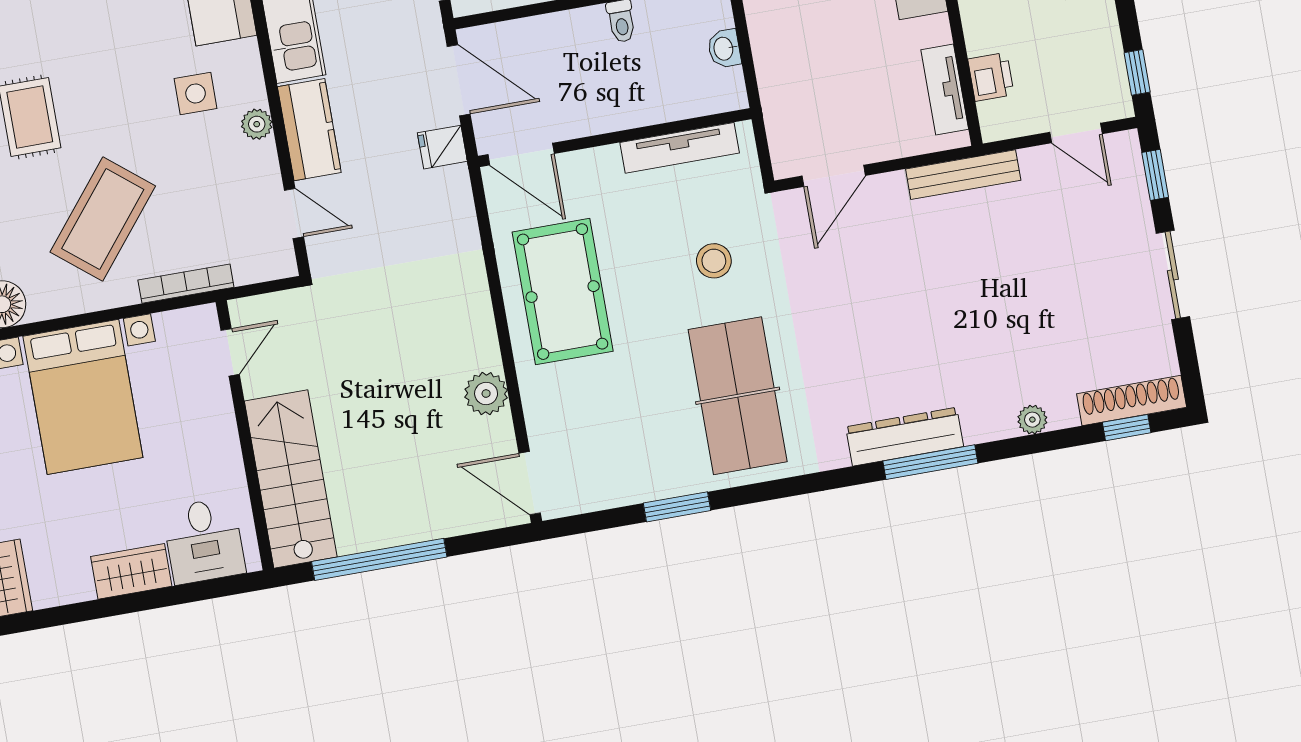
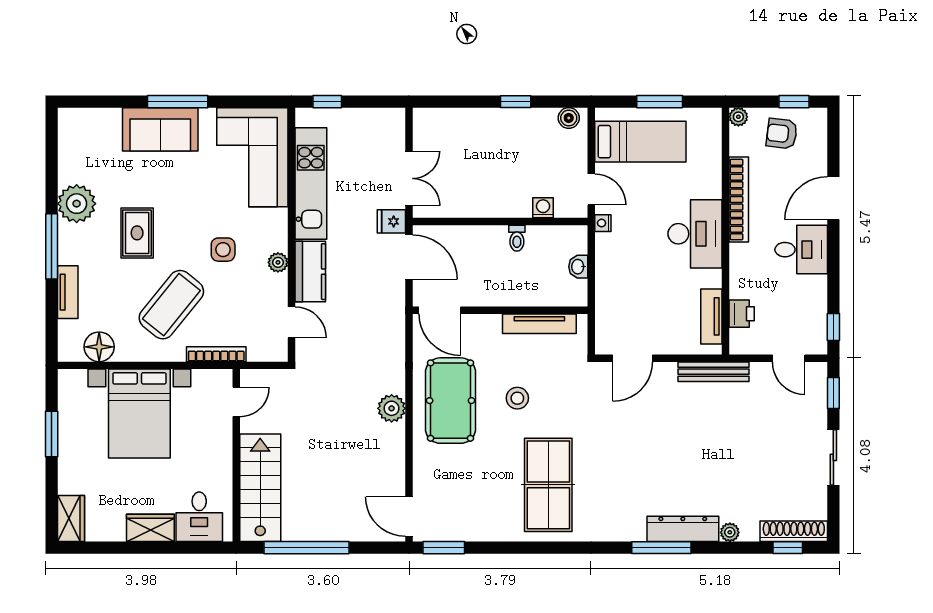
side table: (196, 93) -> (223, 250), moved
fridge: (442, 147) -> (391, 221), moved
stool: (714, 261) -> (517, 398), moved
plant: (486, 394) -> (392, 408), moved
dresser: (905, 437) -> (683, 529), moved
window: (677, 507) -> (444, 548), moved

